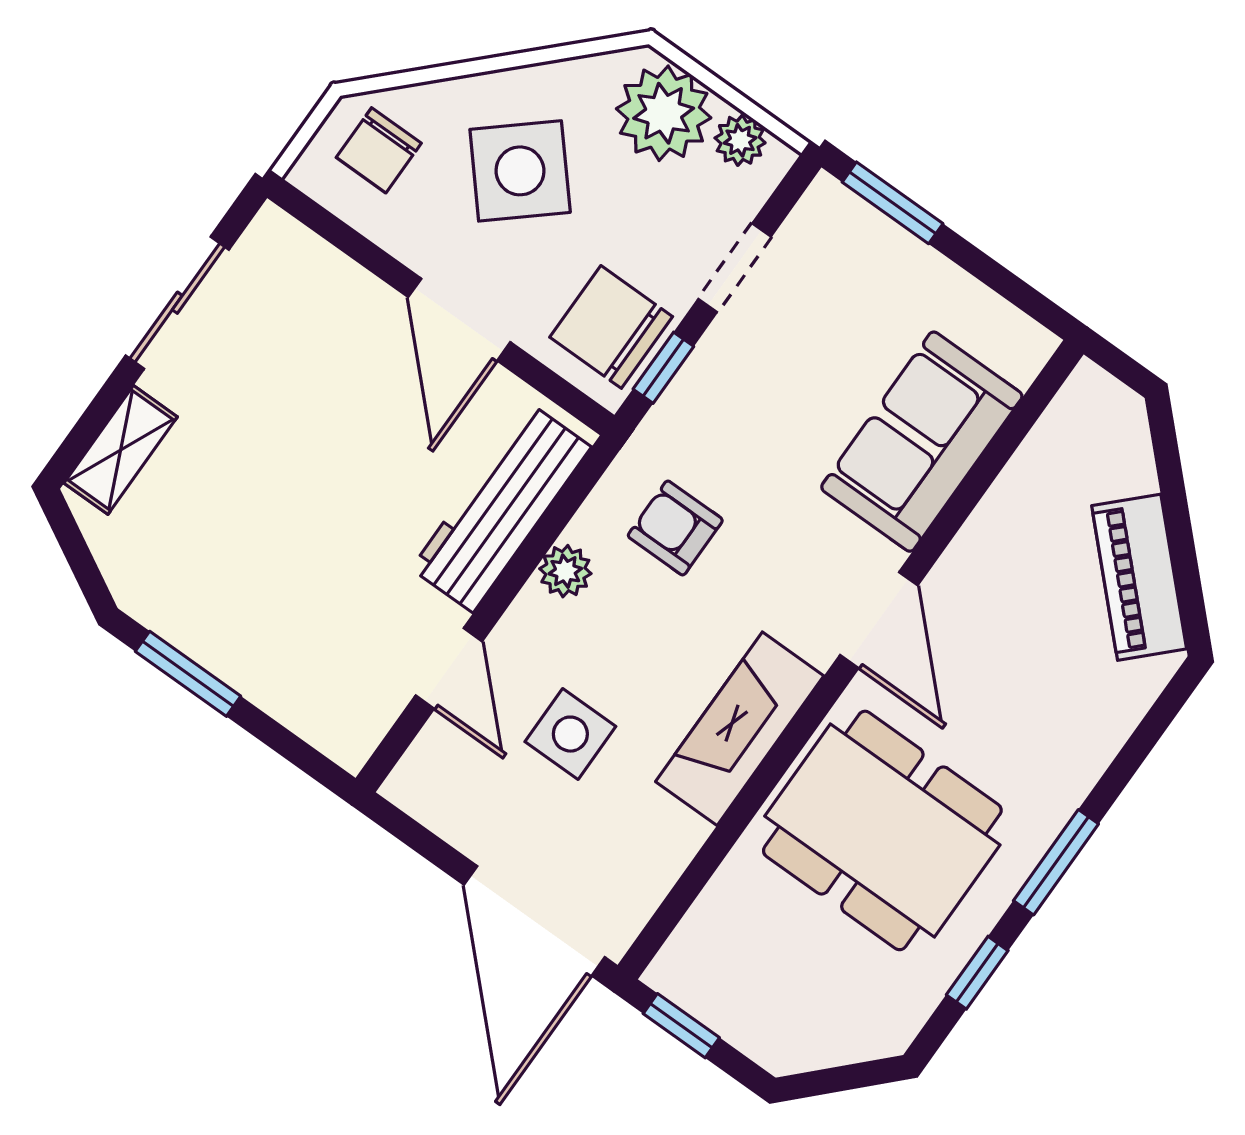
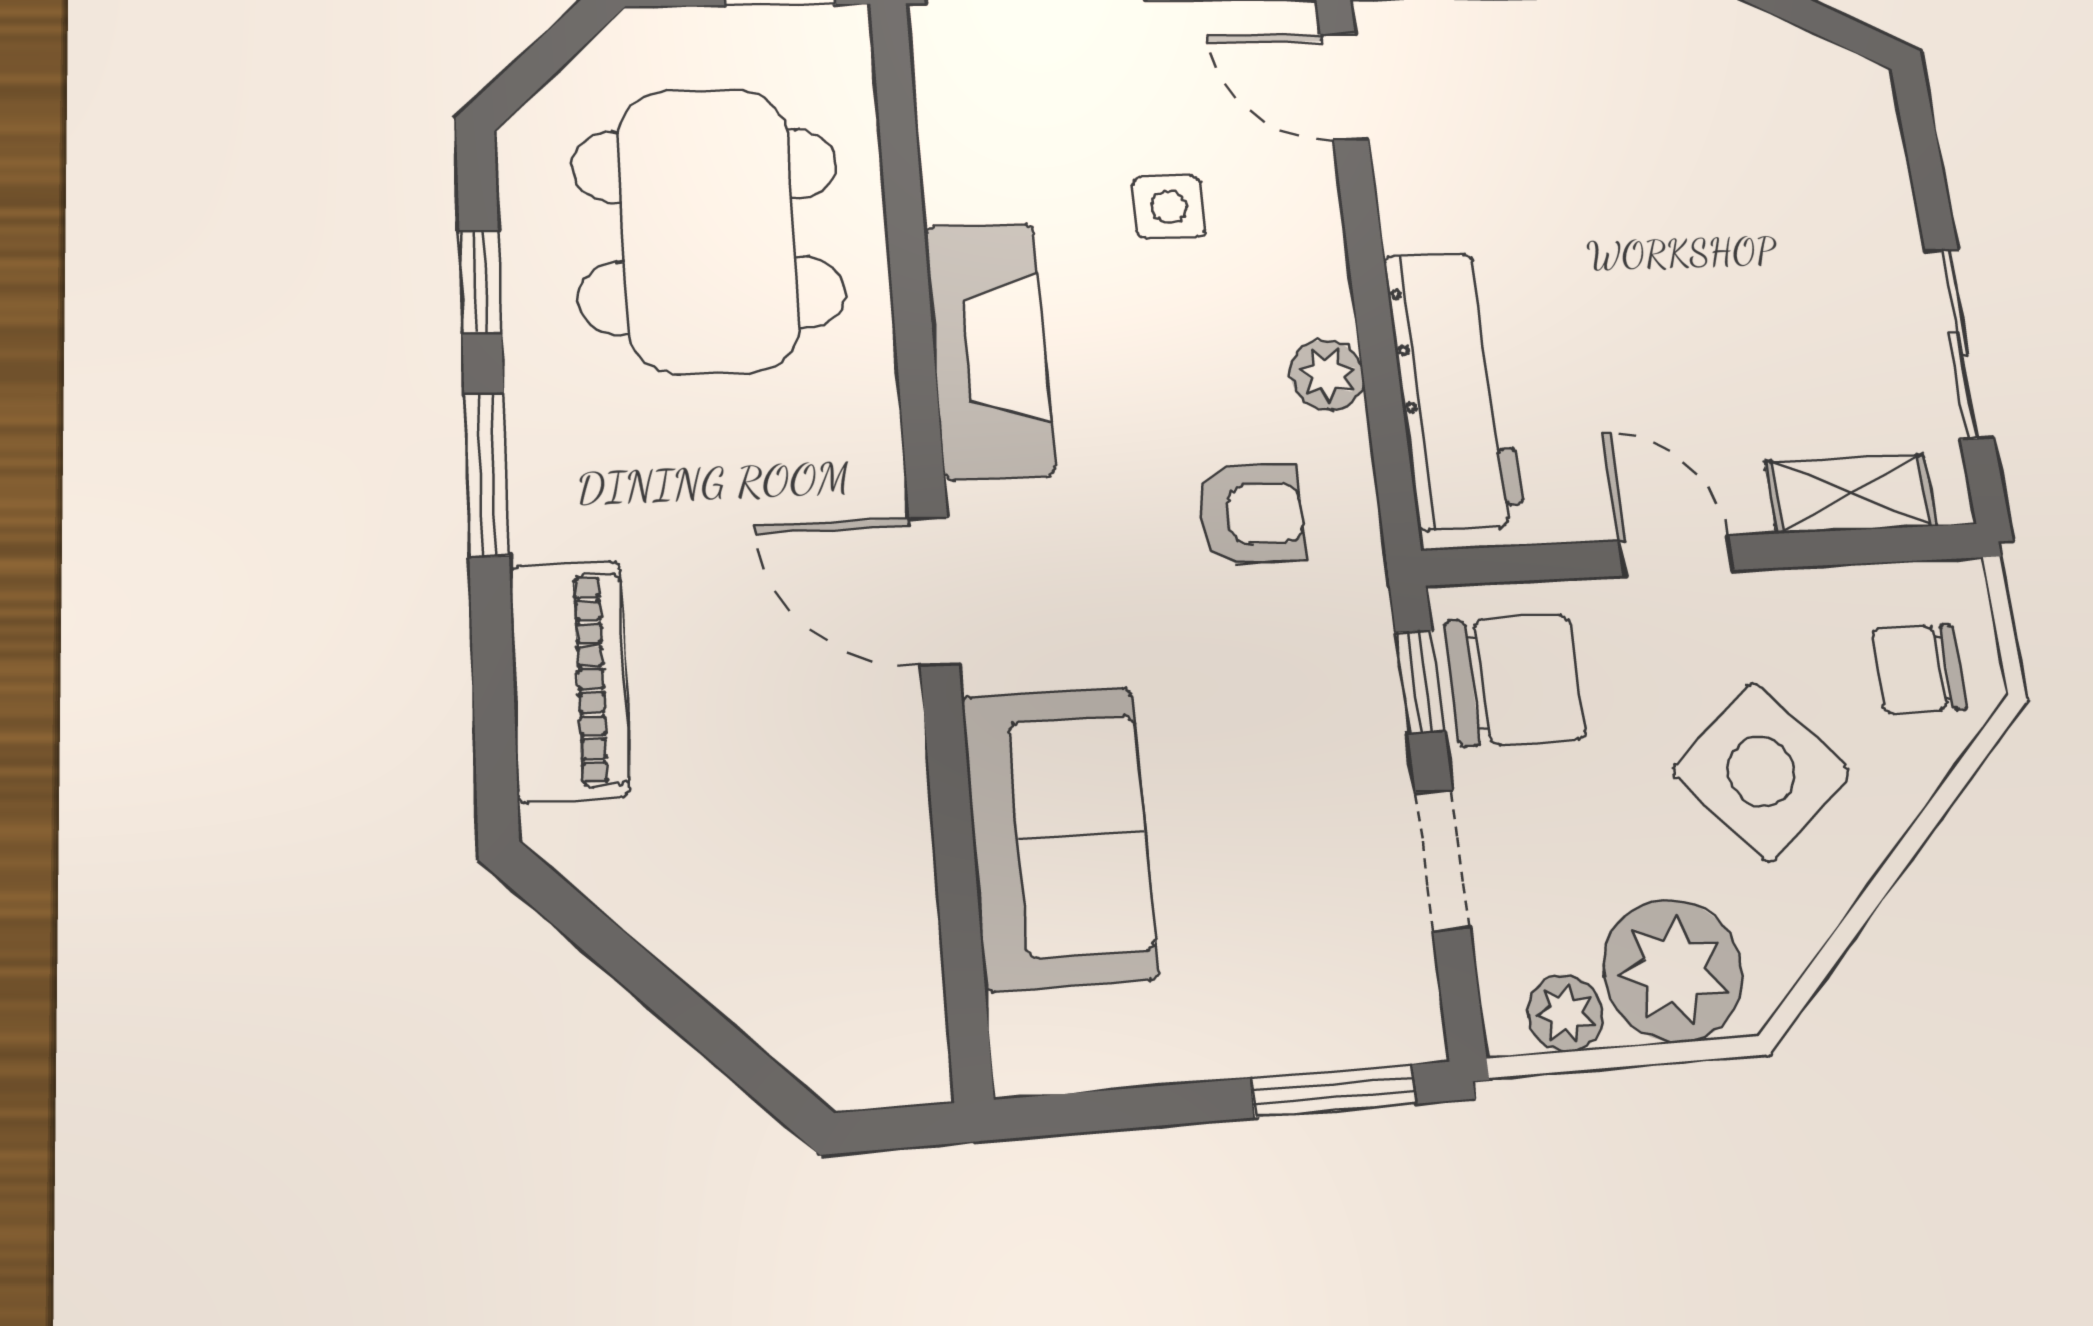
chair: (379, 150) -> (1919, 669), turned -90
door: (459, 320) -> (1676, 556), width x0.73
shelving: (121, 450) -> (1851, 494), moved, turned 90
piano: (1139, 577) -> (570, 681), moved, turned 45
door: (449, 668) -> (1344, 87), moved
side table: (570, 734) -> (1169, 207), width x0.73, depth x0.73
dining table: (882, 830) -> (709, 230), moved, turned 90

